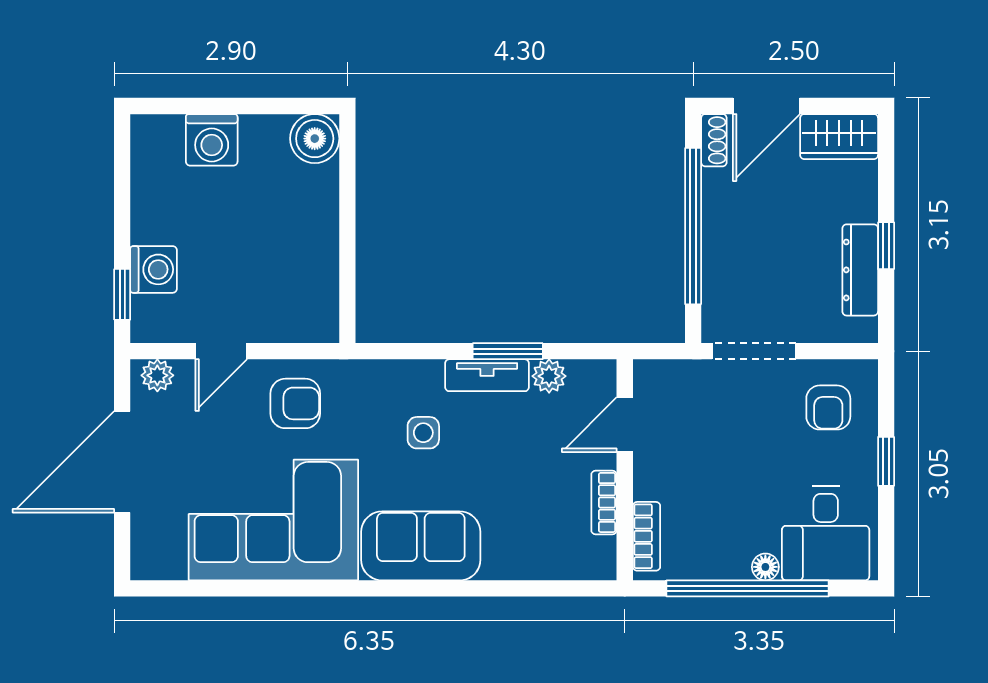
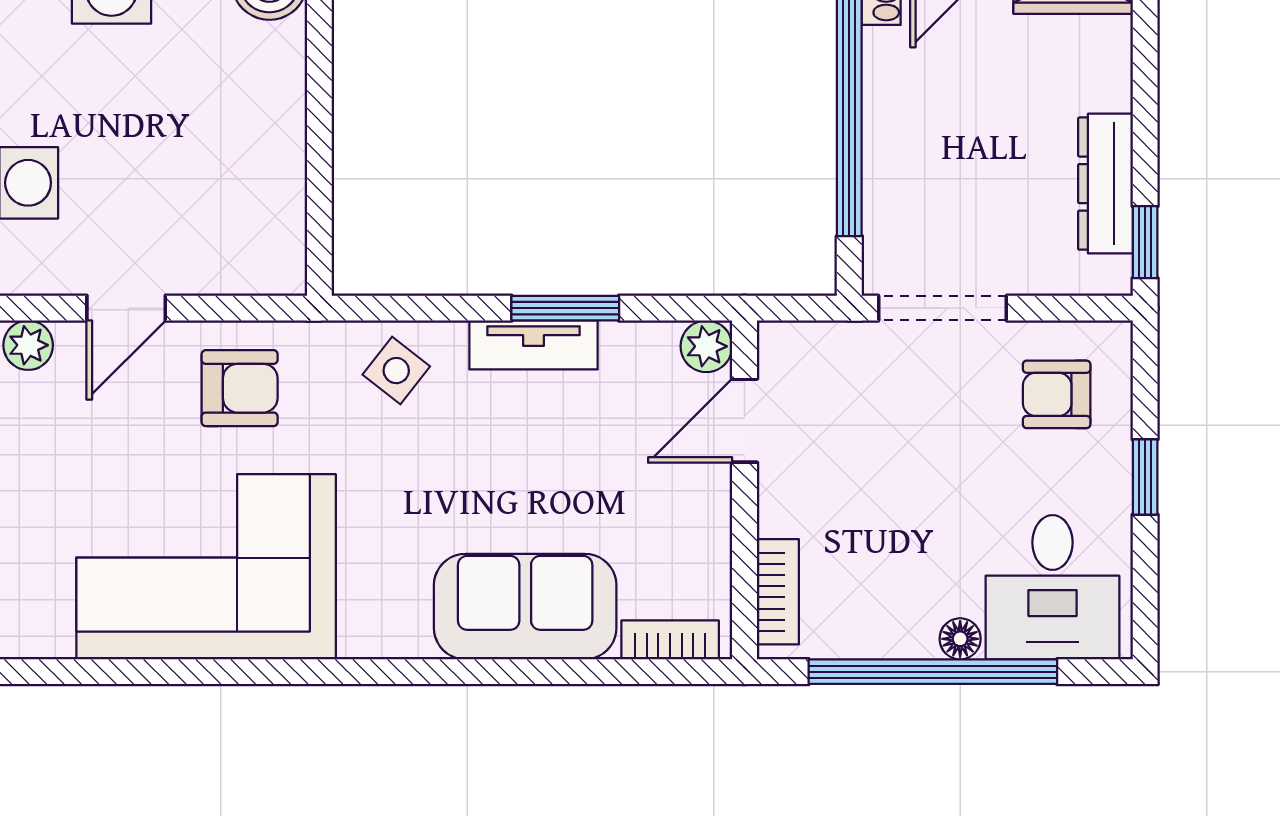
window: (886, 246) -> (1145, 242), moved
plant: (549, 376) -> (706, 346), moved
armchair: (828, 407) -> (1057, 394), turned 90
side table: (423, 433) -> (396, 371), moved, turned 38
bookcase: (604, 502) -> (670, 640), moved, turned 90
sofa: (421, 546) -> (525, 607), moved

